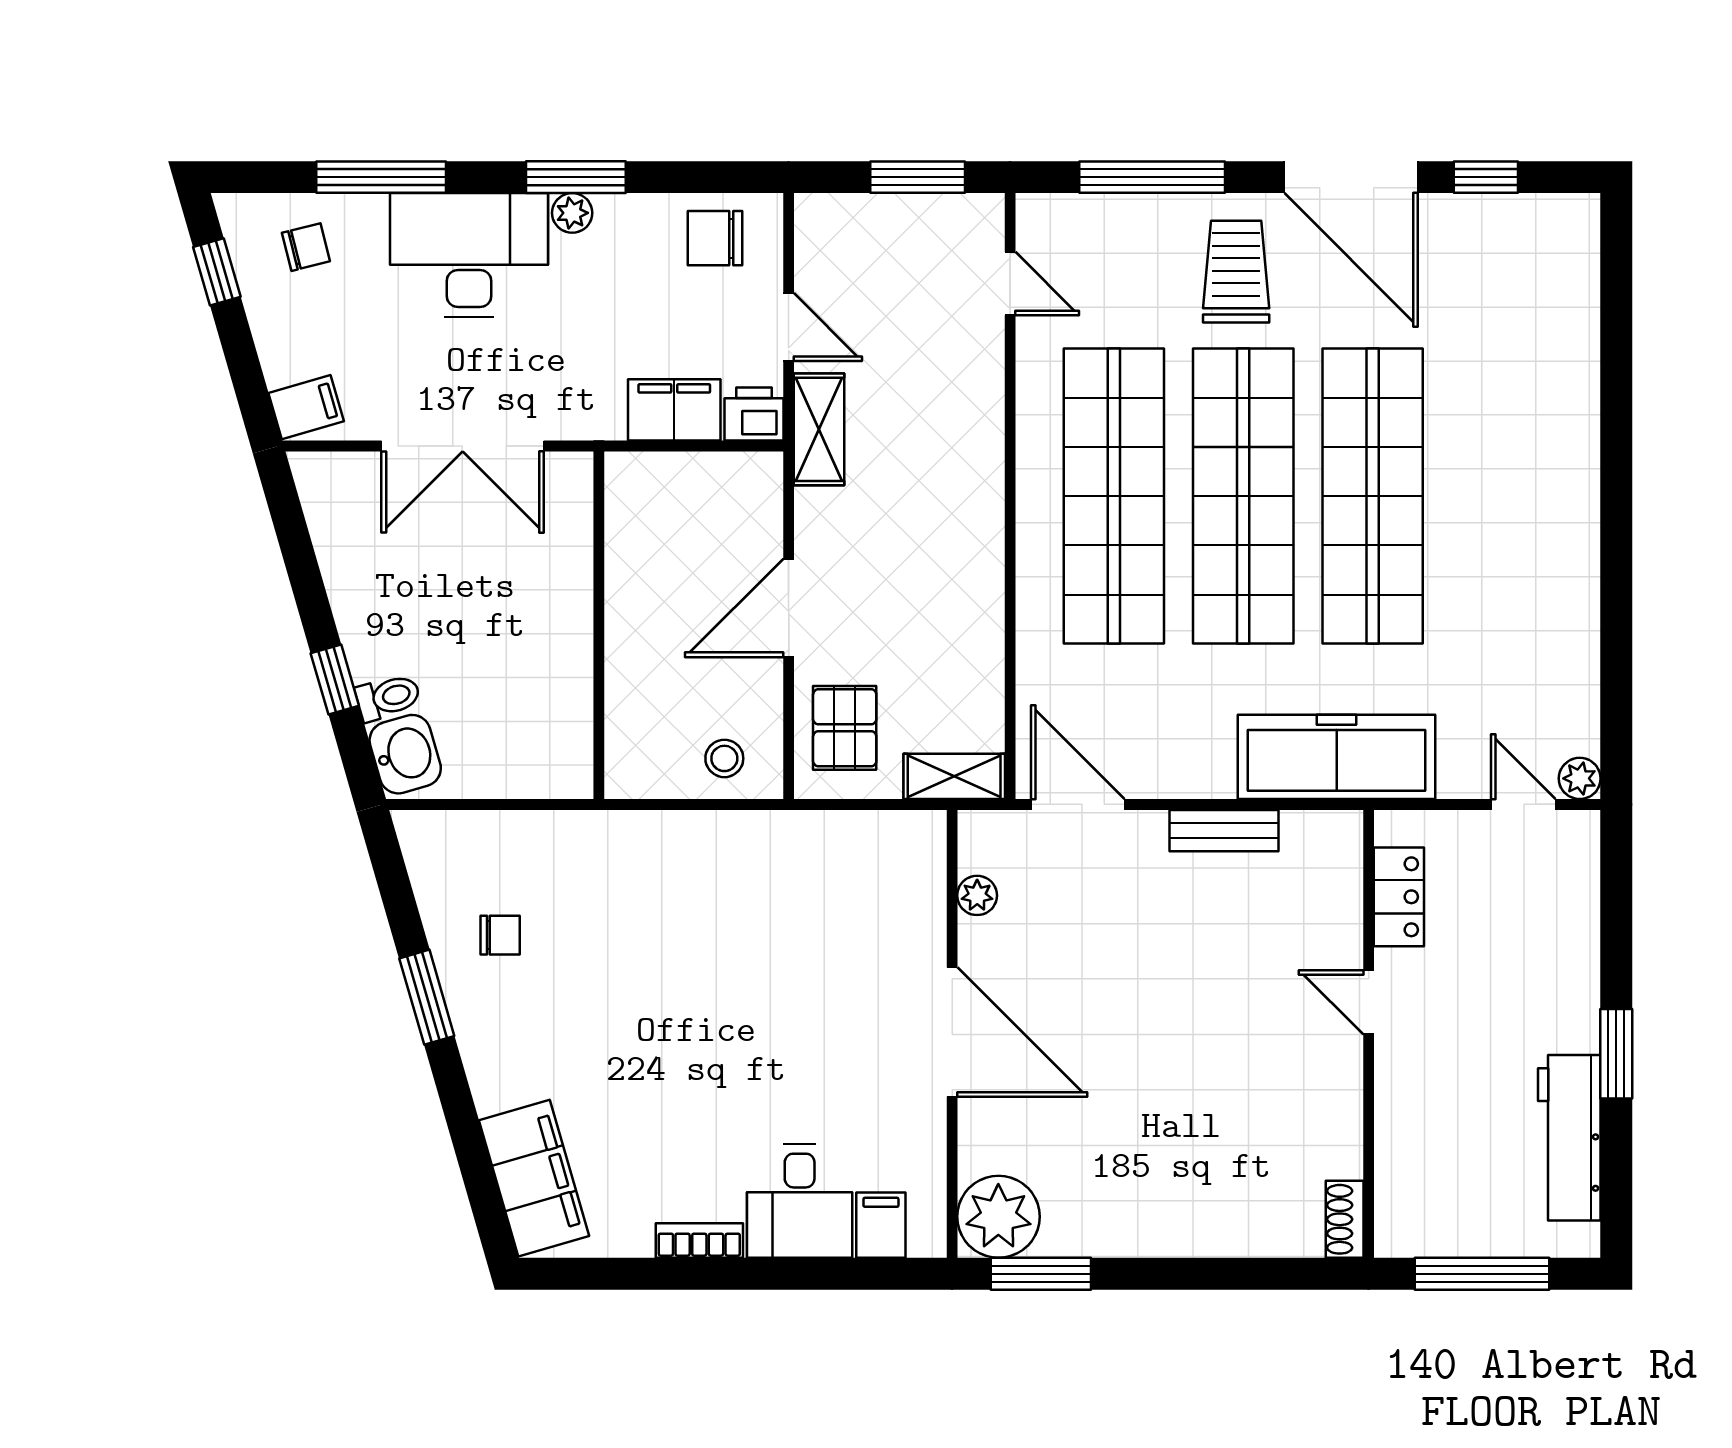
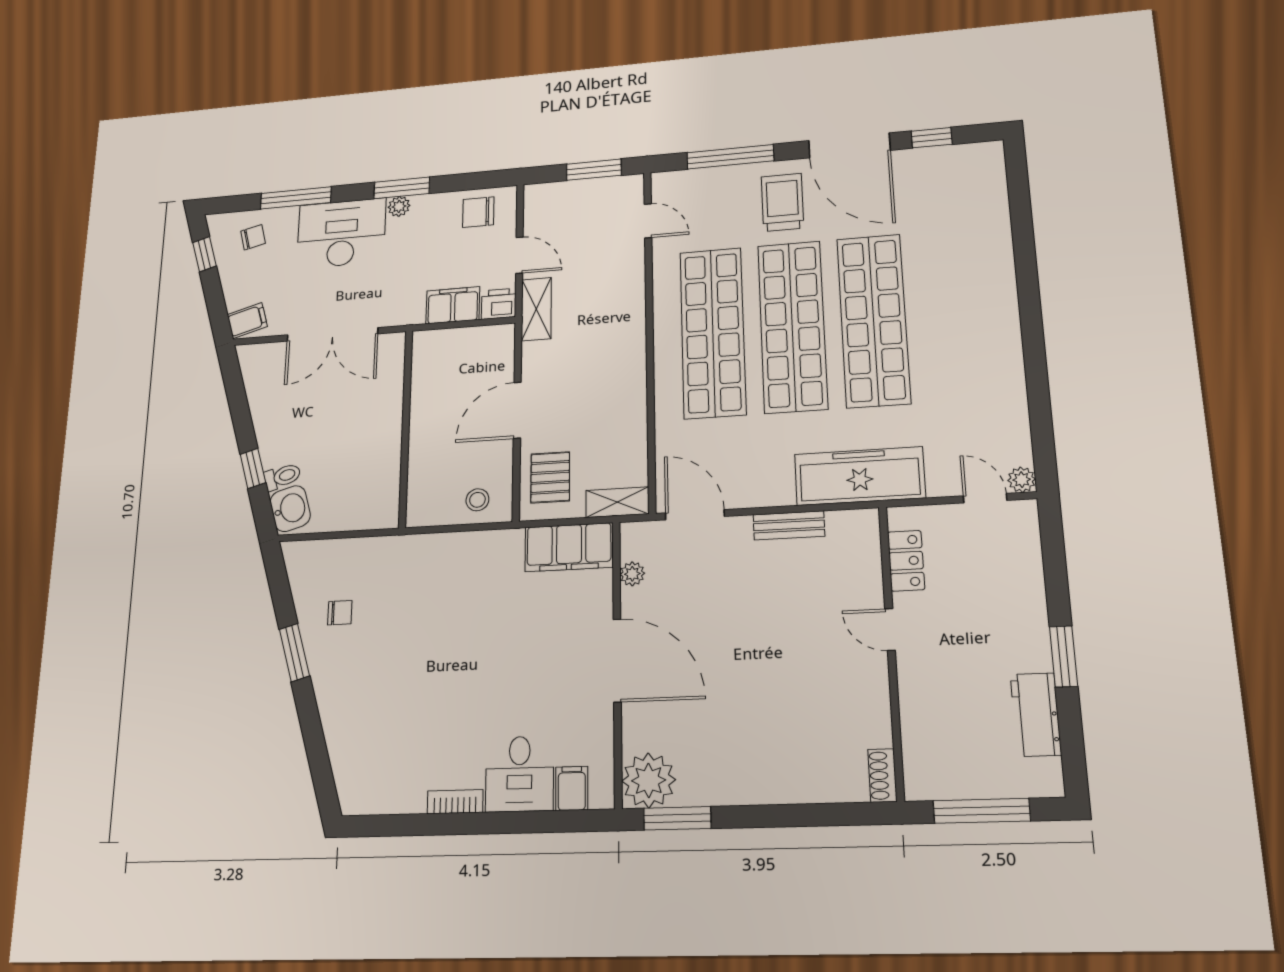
workbench: (1569, 1138) -> (1036, 715), width x0.73
filing cabinet: (534, 1178) -> (569, 547), moved, turned 106

